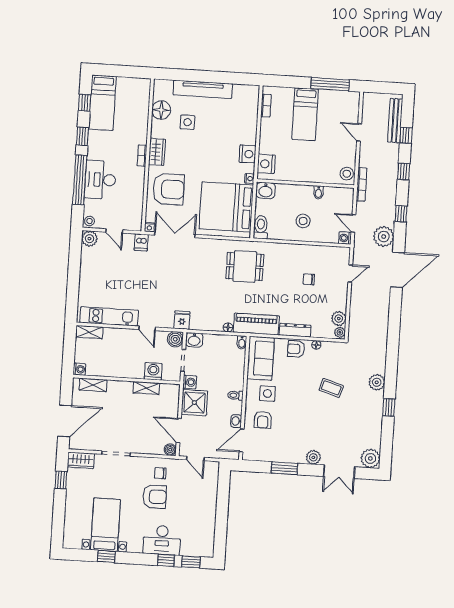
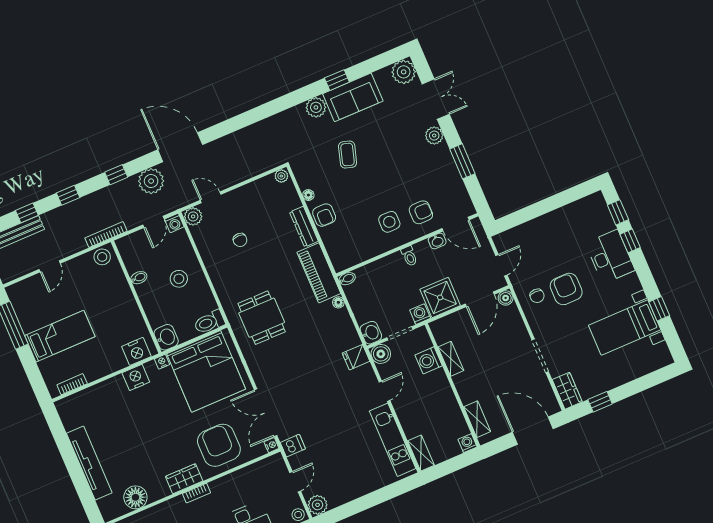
side table: (187, 122) -> (134, 462), removed
plant: (339, 319) -> (193, 216), moved
sofa: (261, 358) -> (353, 97), moved, turned 180

